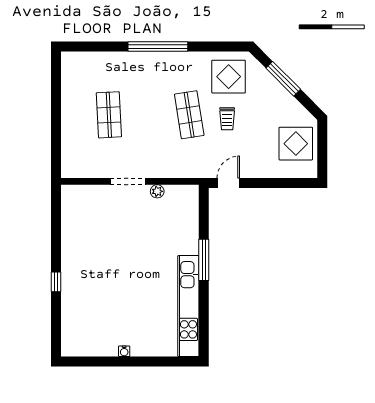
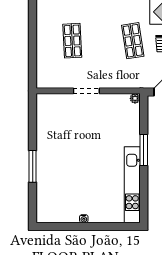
plant: (157, 191) -> (135, 98), moved
window: (56, 282) -> (33, 166), width x2.17

